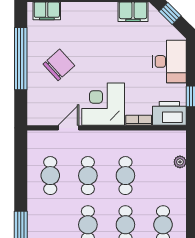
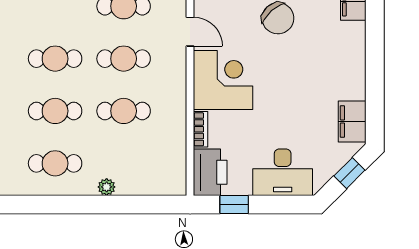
plant: (180, 162) -> (107, 187), moved

